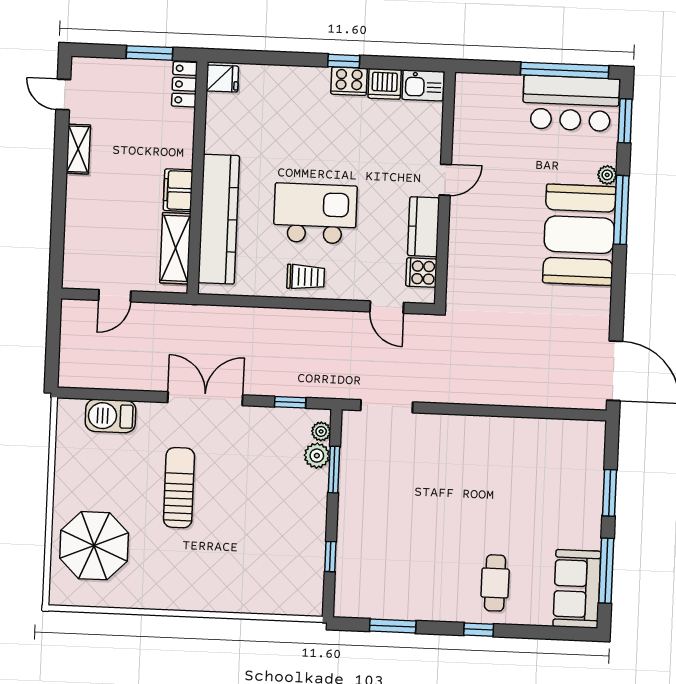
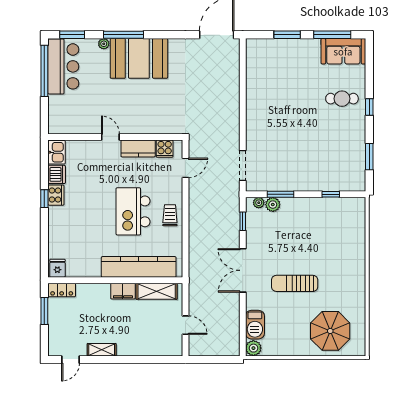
plant: (70, 412) -> (253, 348), added

